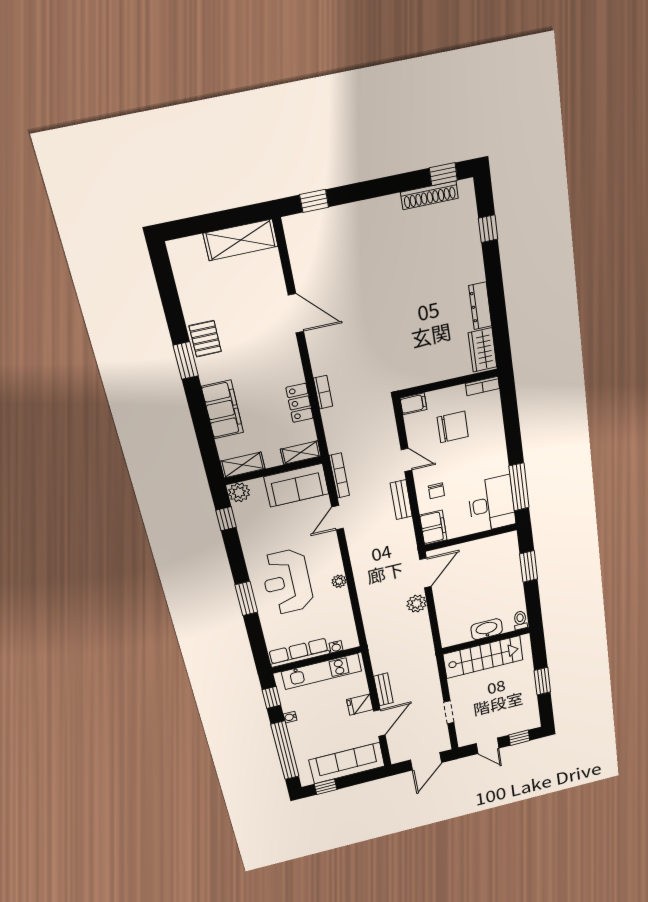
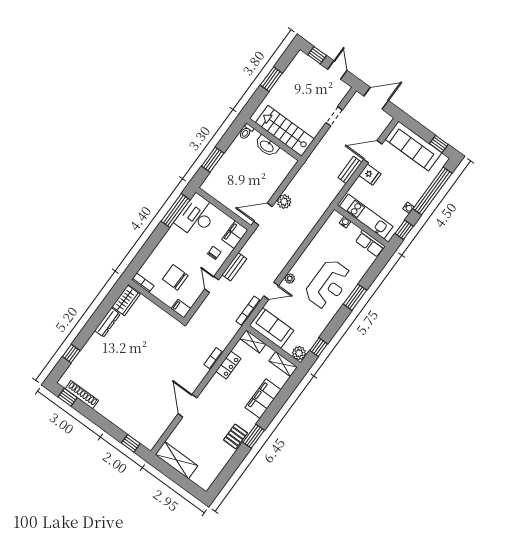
plant: (339, 581) -> (290, 278), moved
row of seats: (299, 653) -> (370, 244), width x0.68

